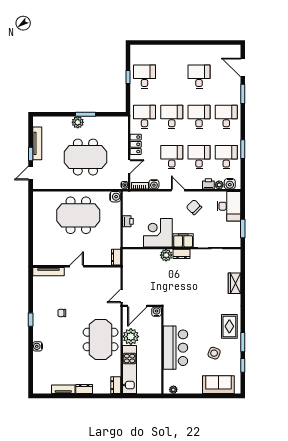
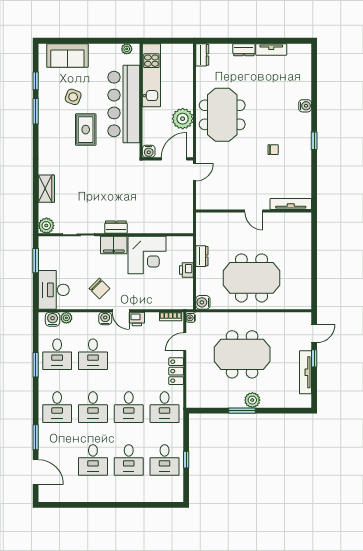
desk: (172, 157) -> (129, 460), moved
water cooler: (154, 184) -> (105, 319), moved
printer: (208, 184) -> (137, 319), moved
plant: (166, 255) -> (46, 226), moved
dresser: (116, 257) -> (202, 256), moved
door: (77, 266) -> (254, 211), hinge flipped
rug: (229, 326) -> (86, 130), moved
bar counter: (175, 348) -> (124, 104), width x1.36
kitchen unit: (130, 370) -> (151, 75), moved, turned 180

